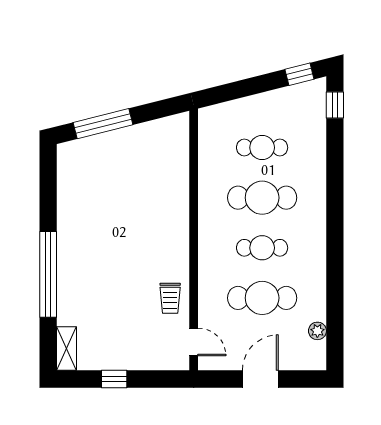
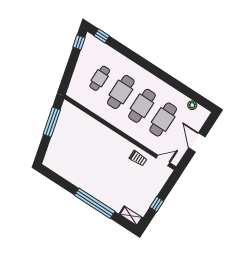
window: (103, 124) -> (52, 122), moved
cafe table: (262, 248) -> (142, 106), width x1.37, depth x1.35

